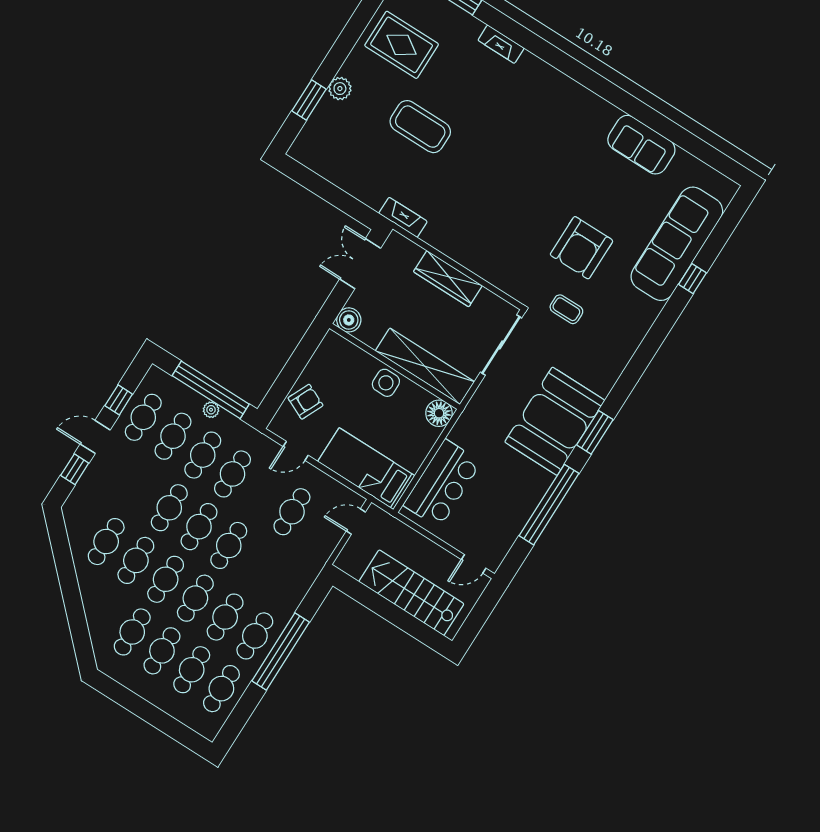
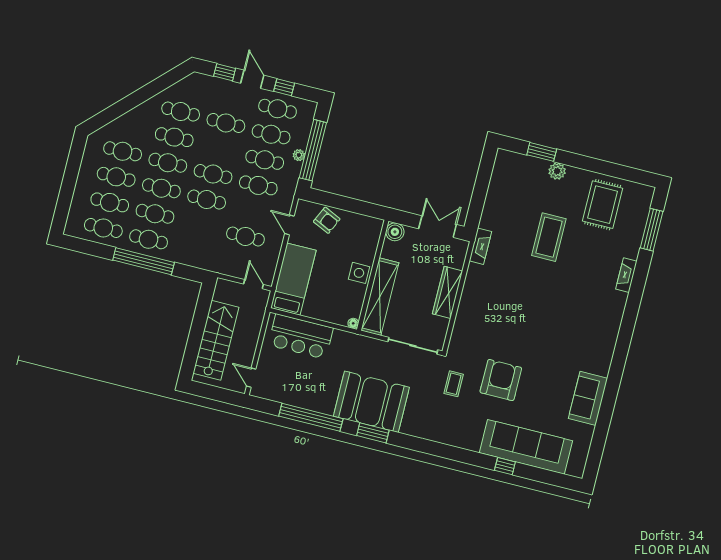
armchair: (582, 248) -> (501, 380), turned 90
floor lamp: (439, 413) -> (353, 323), width x0.53, depth x0.53
cafe table: (169, 508) -> (226, 123), moved

